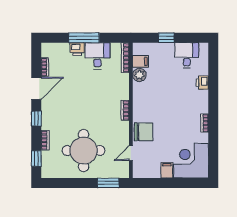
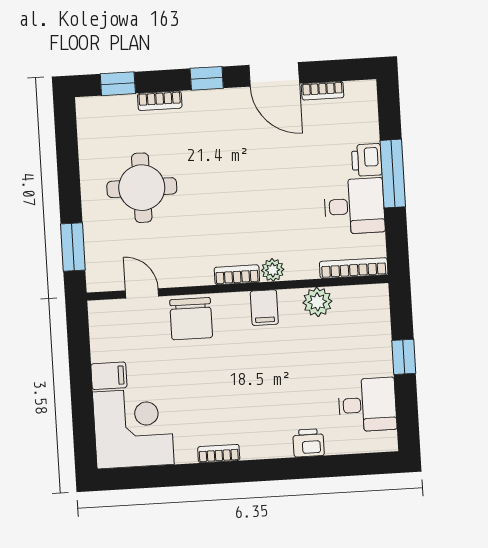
filing cabinet: (141, 61) -> (264, 308), moved
plant: (124, 94) -> (273, 270), added
round table: (84, 151) -> (142, 188), width x0.73, depth x0.73

